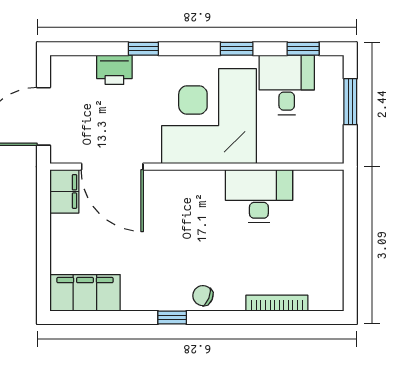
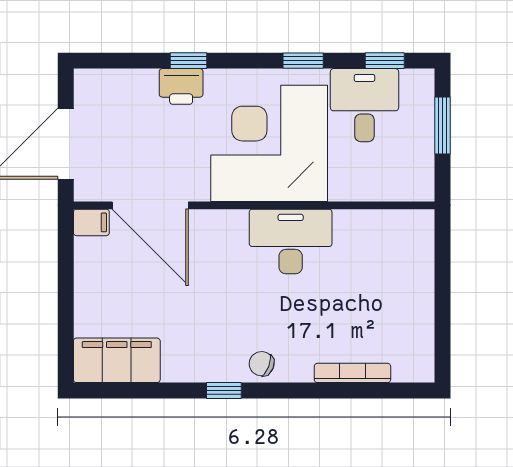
printer: (114, 70) -> (181, 86), moved
filing cabinet: (64, 191) -> (91, 222), width x0.50
desk: (259, 196) -> (291, 241), moved

